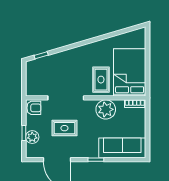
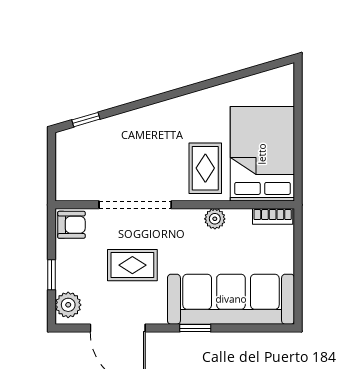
plant: (106, 109) -> (215, 219), width x0.53, depth x0.53
plant: (32, 137) -> (68, 305), moved
sofa: (122, 148) -> (231, 299), width x1.36, depth x1.27

